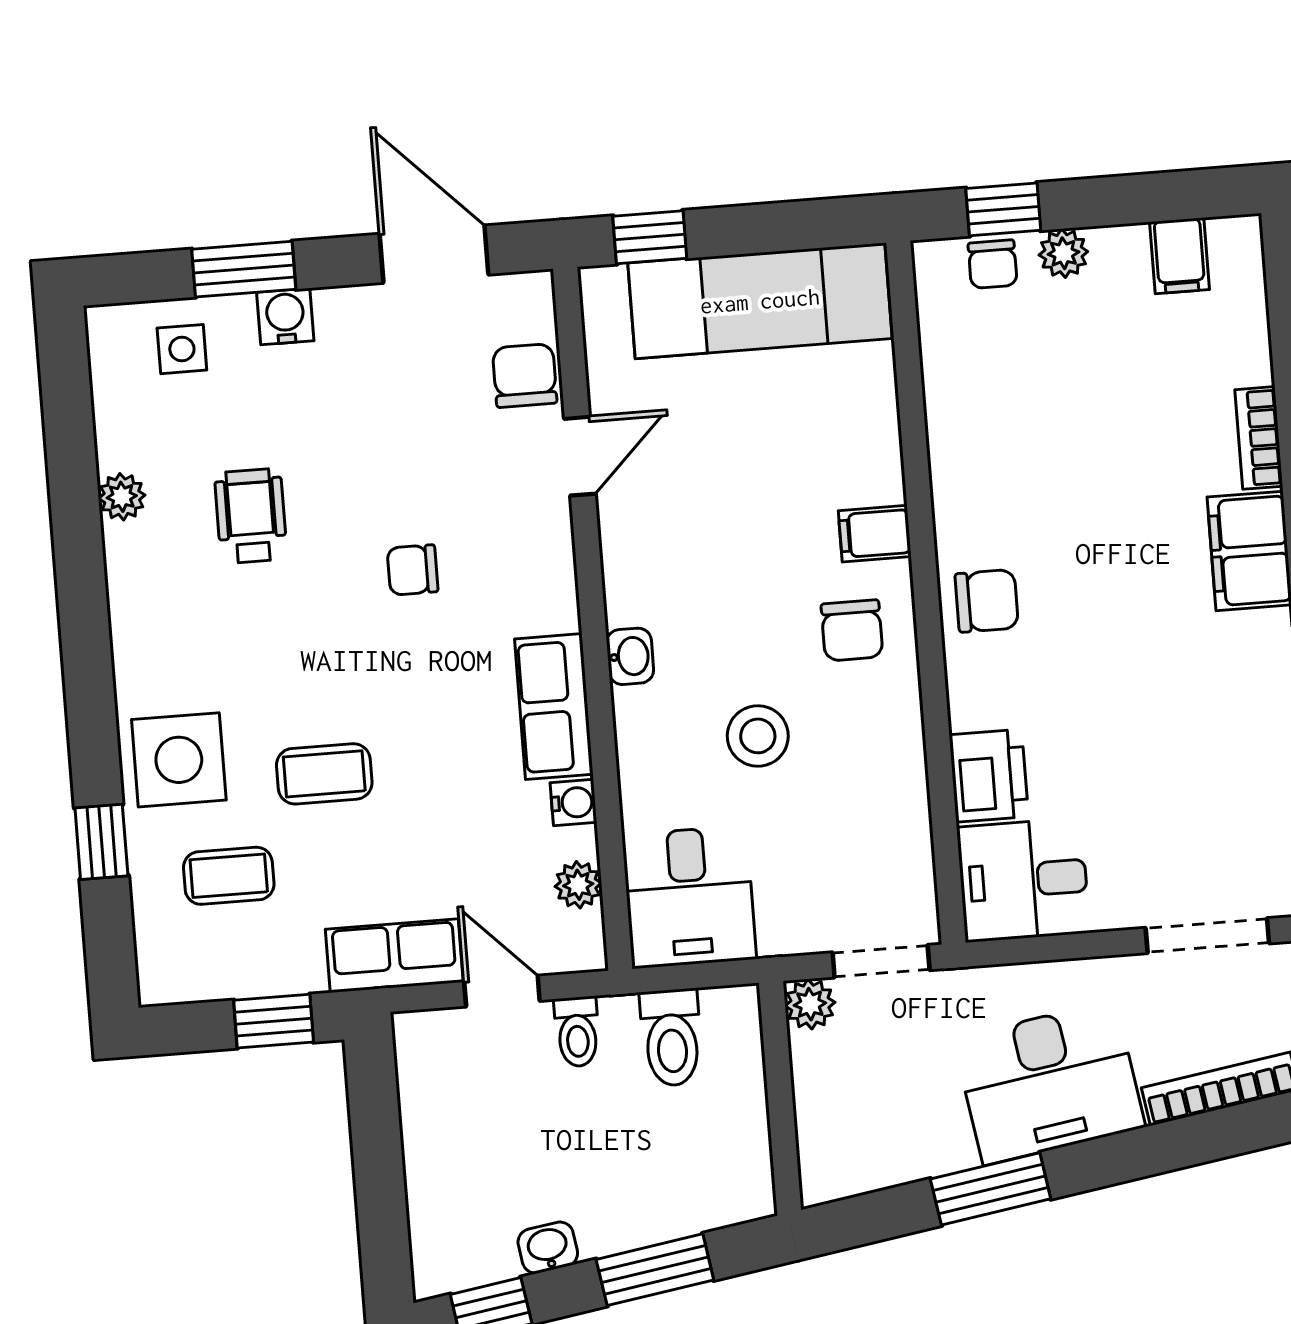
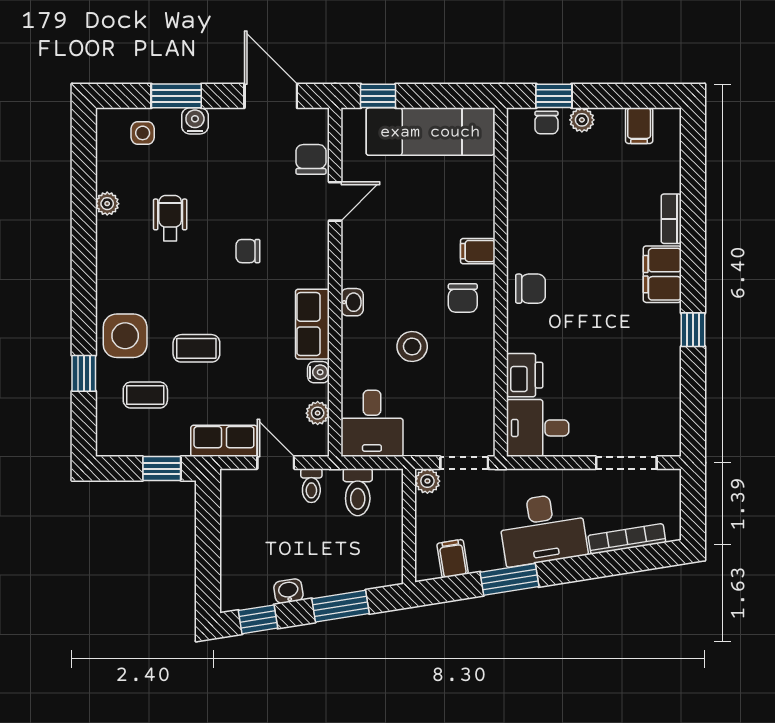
filing cabinet: (873, 1156) -> (453, 559), added

